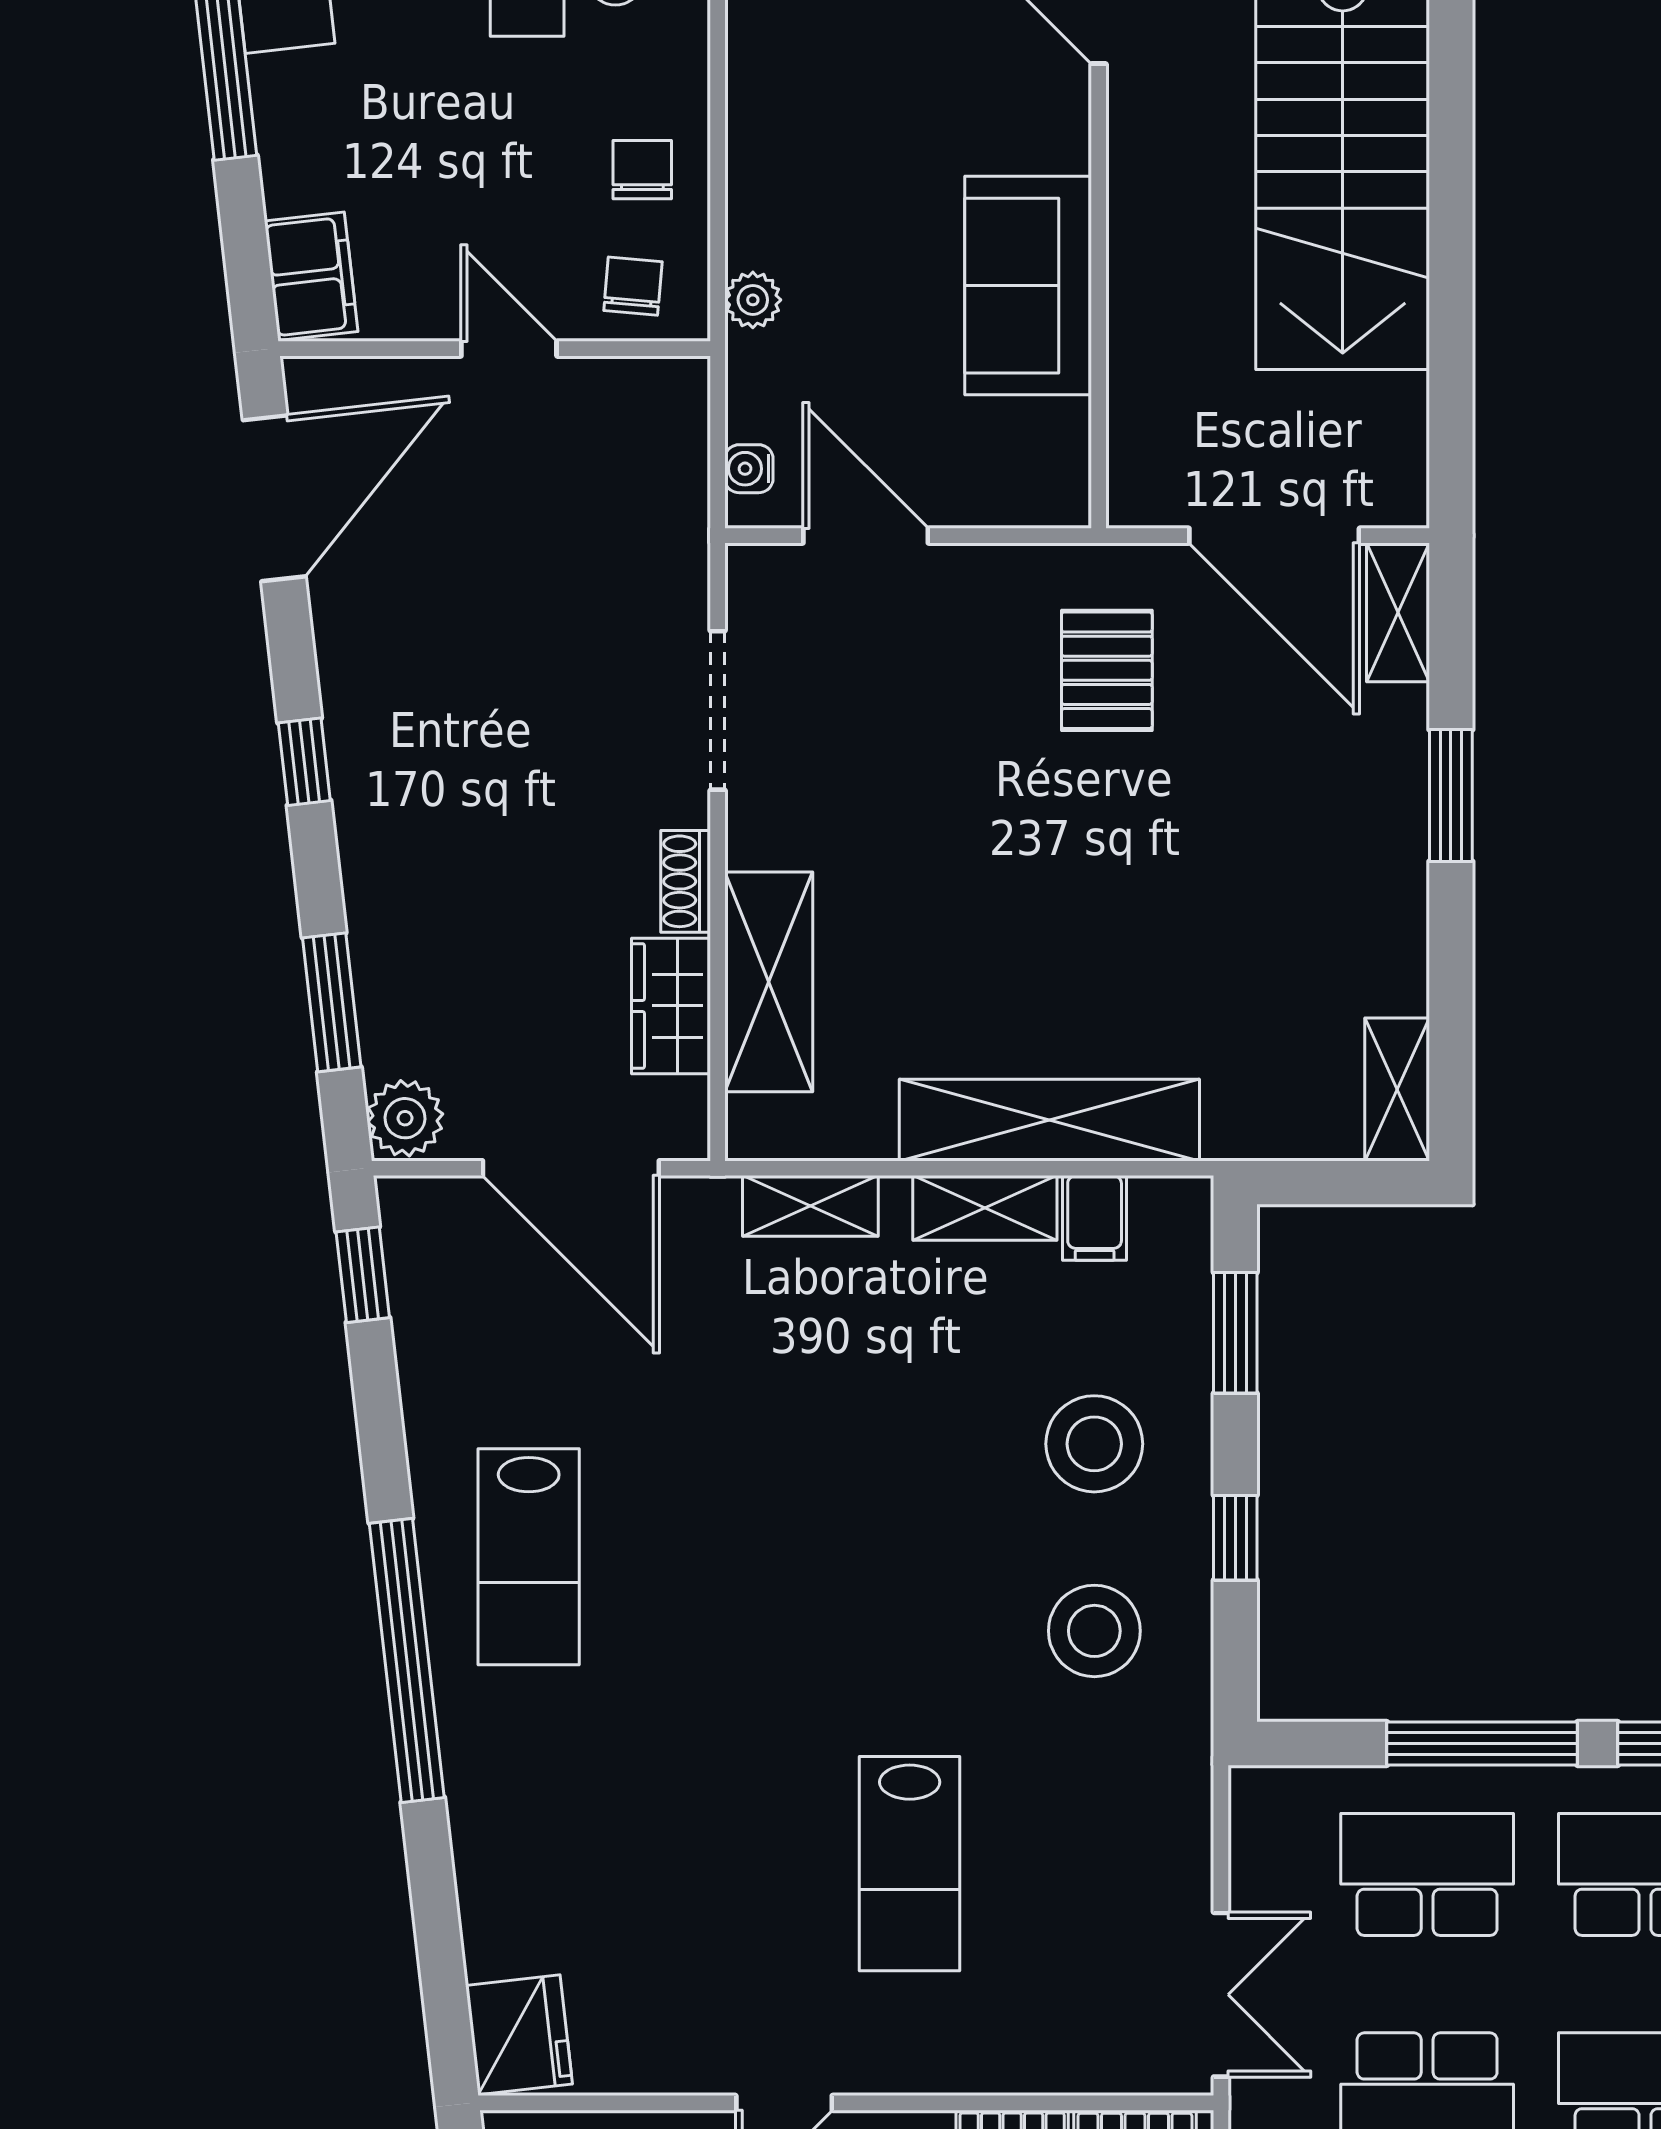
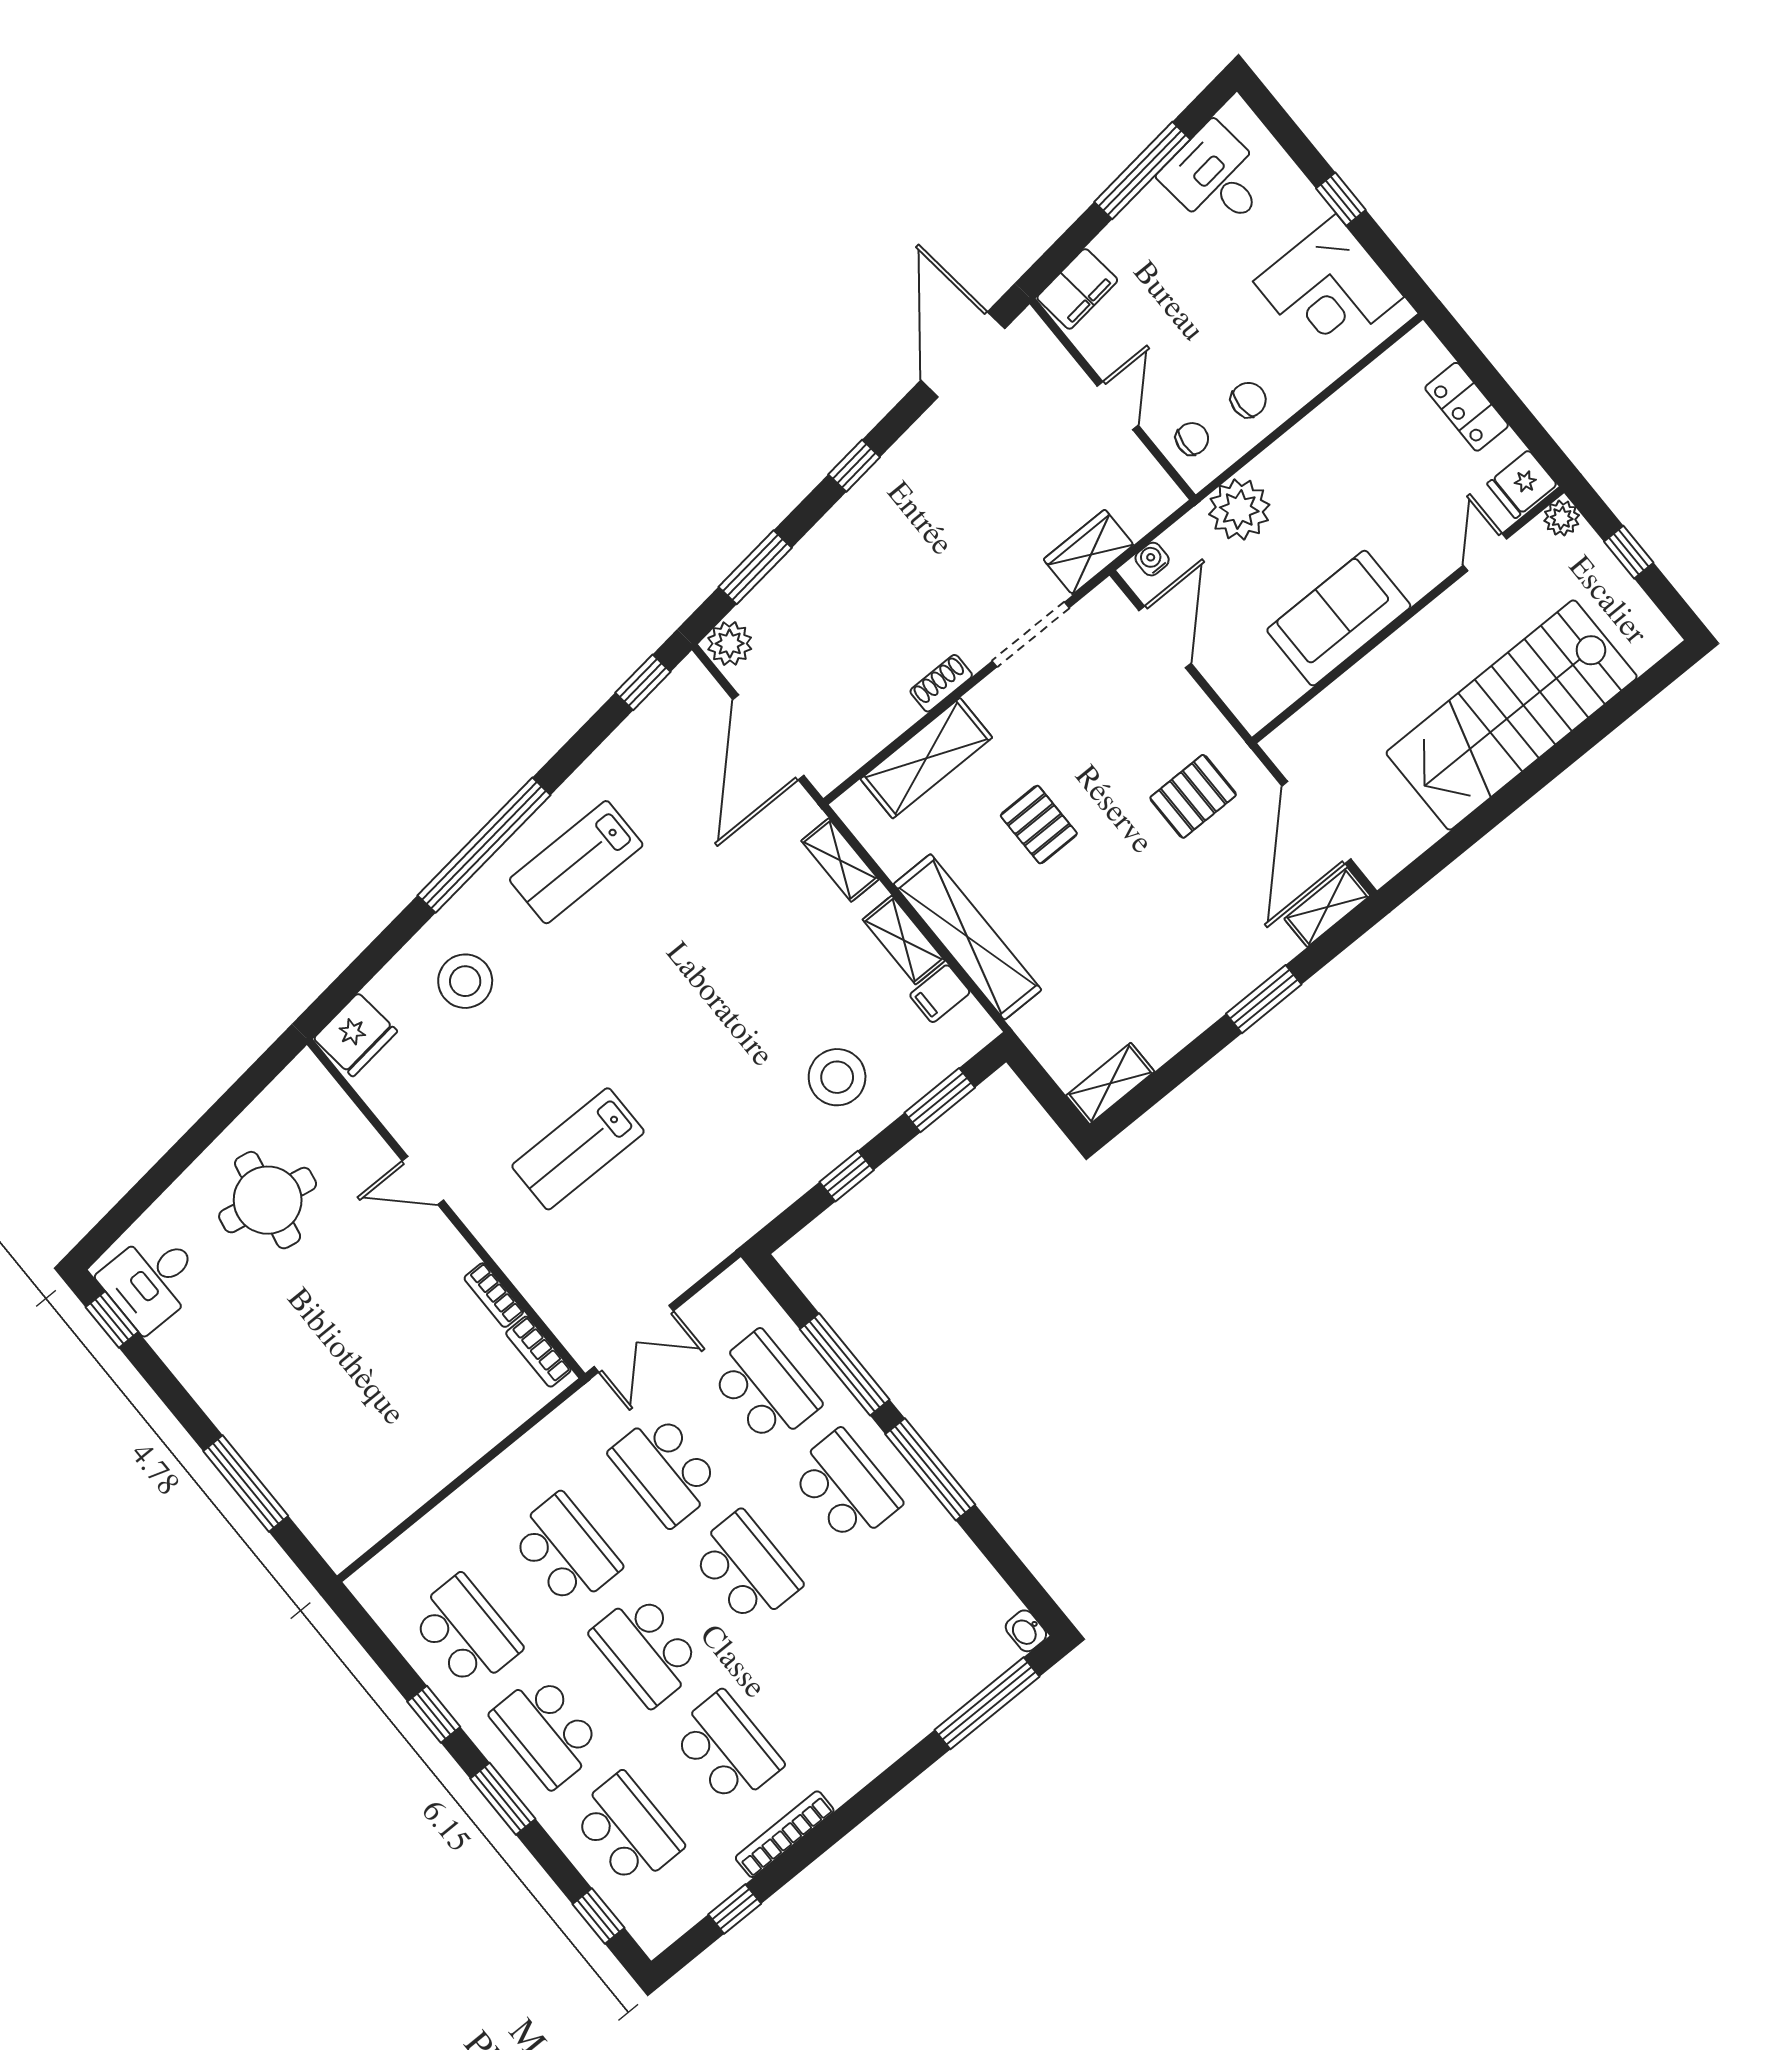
plant: (753, 300) -> (1239, 509), width x1.88, depth x1.88
door: (274, 498) -> (963, 354), swing flipped
pallet: (978, 905) -> (1039, 825), added
wardrobe: (671, 1006) -> (1089, 552), moved
stool: (1094, 1631) -> (465, 981), moved

